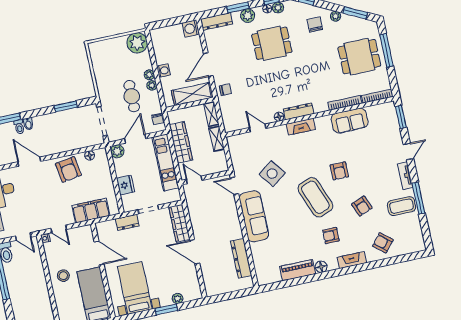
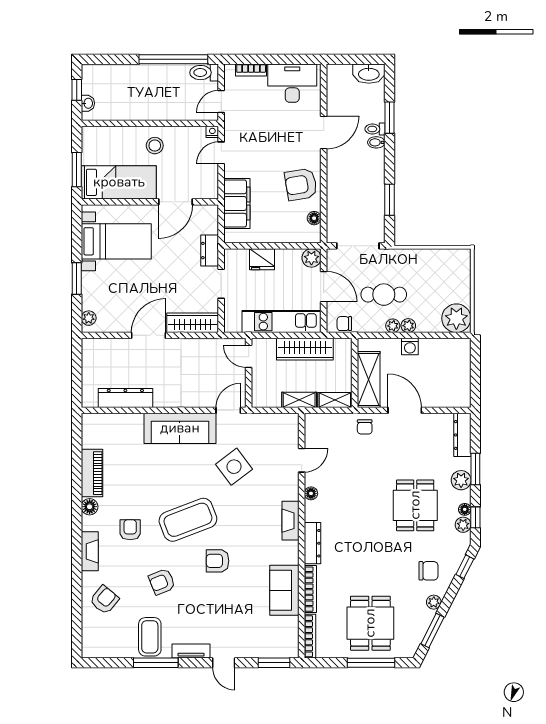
washing machine: (191, 28) -> (460, 397), removed
dresser: (299, 111) -> (313, 543), moved
door: (194, 180) -> (249, 356), swing flipped
plant: (177, 298) -> (89, 318), moved

